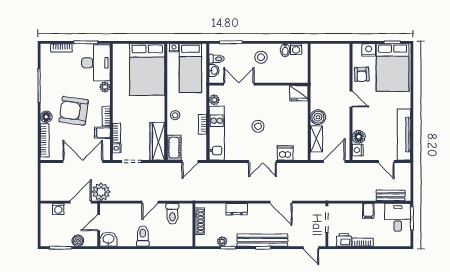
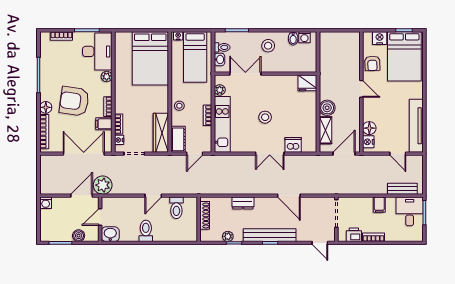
washing machine: (58, 209) -> (46, 203), moved

